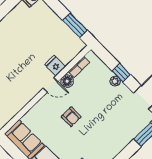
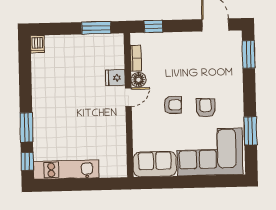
window: (121, 73) -> (153, 26), moved
plant: (115, 81) -> (177, 38), removed
armchair: (88, 139) -> (206, 108), added

